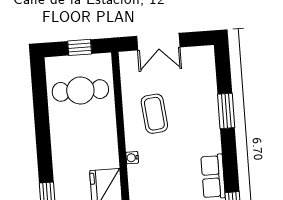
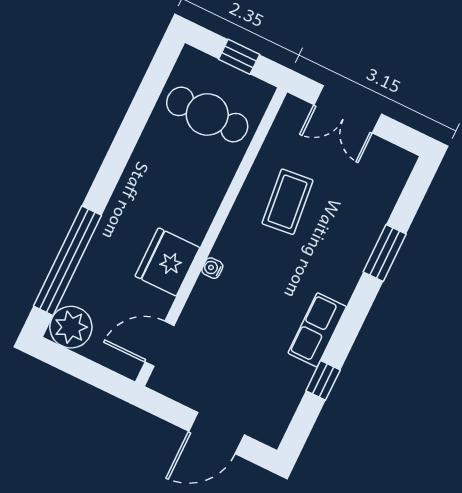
water cooler: (132, 158) -> (212, 268), moved

